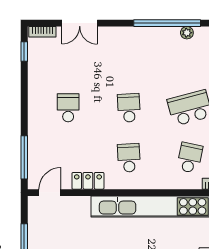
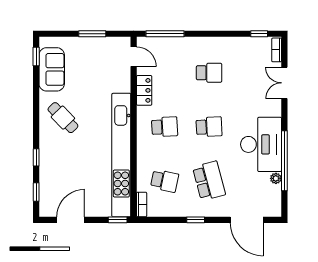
desk: (149, 49) -> (261, 144), added

